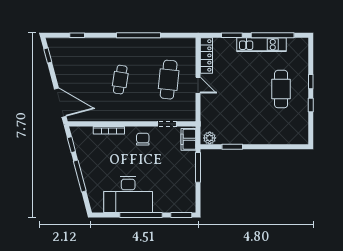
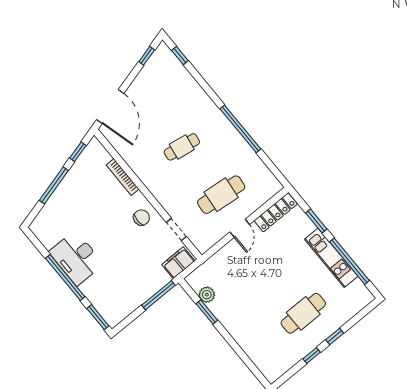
window: (77, 35) -> (180, 56), moved
plant: (210, 138) -> (207, 295), moved
desk: (128, 194) -> (76, 258), width x0.73, depth x0.77

